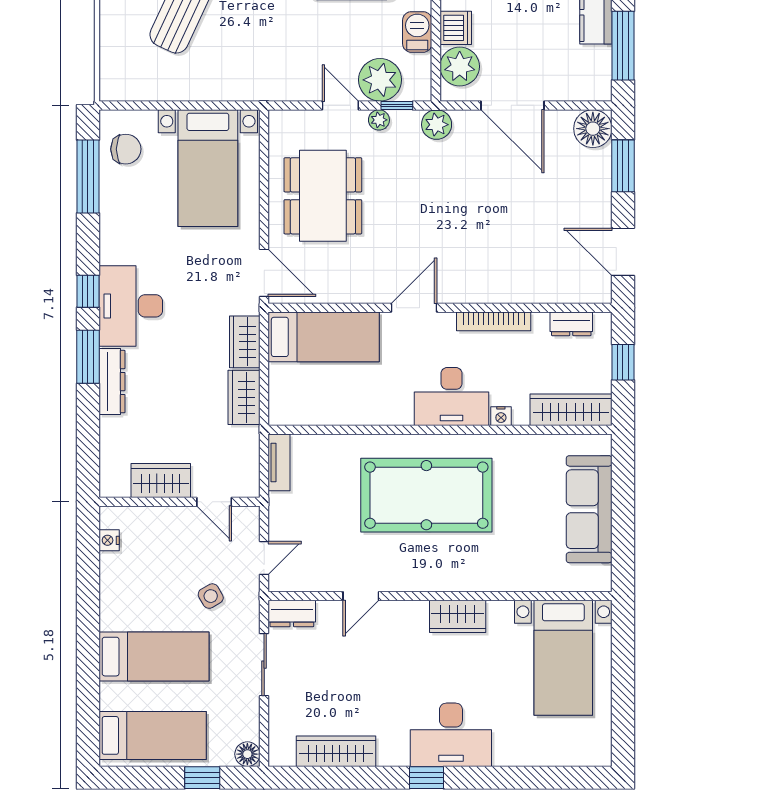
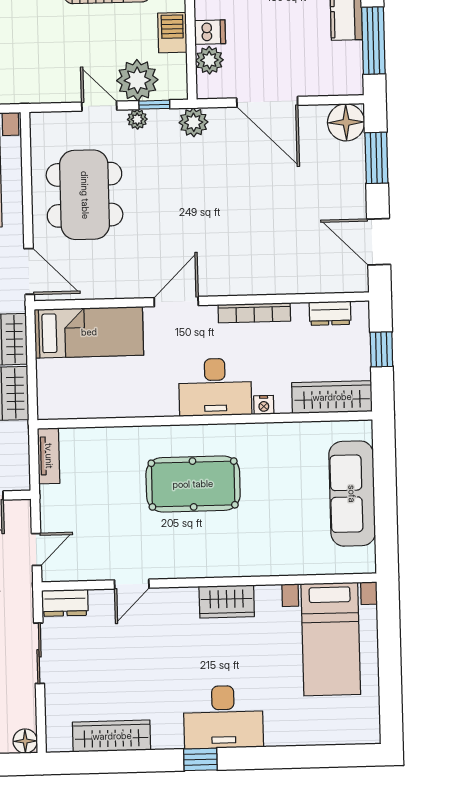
dishwasher: (456, 28) -> (210, 32), width x0.73
plant: (460, 66) -> (209, 60), width x0.73, depth x0.73
pool table: (426, 495) -> (193, 484), width x0.73, depth x0.76

